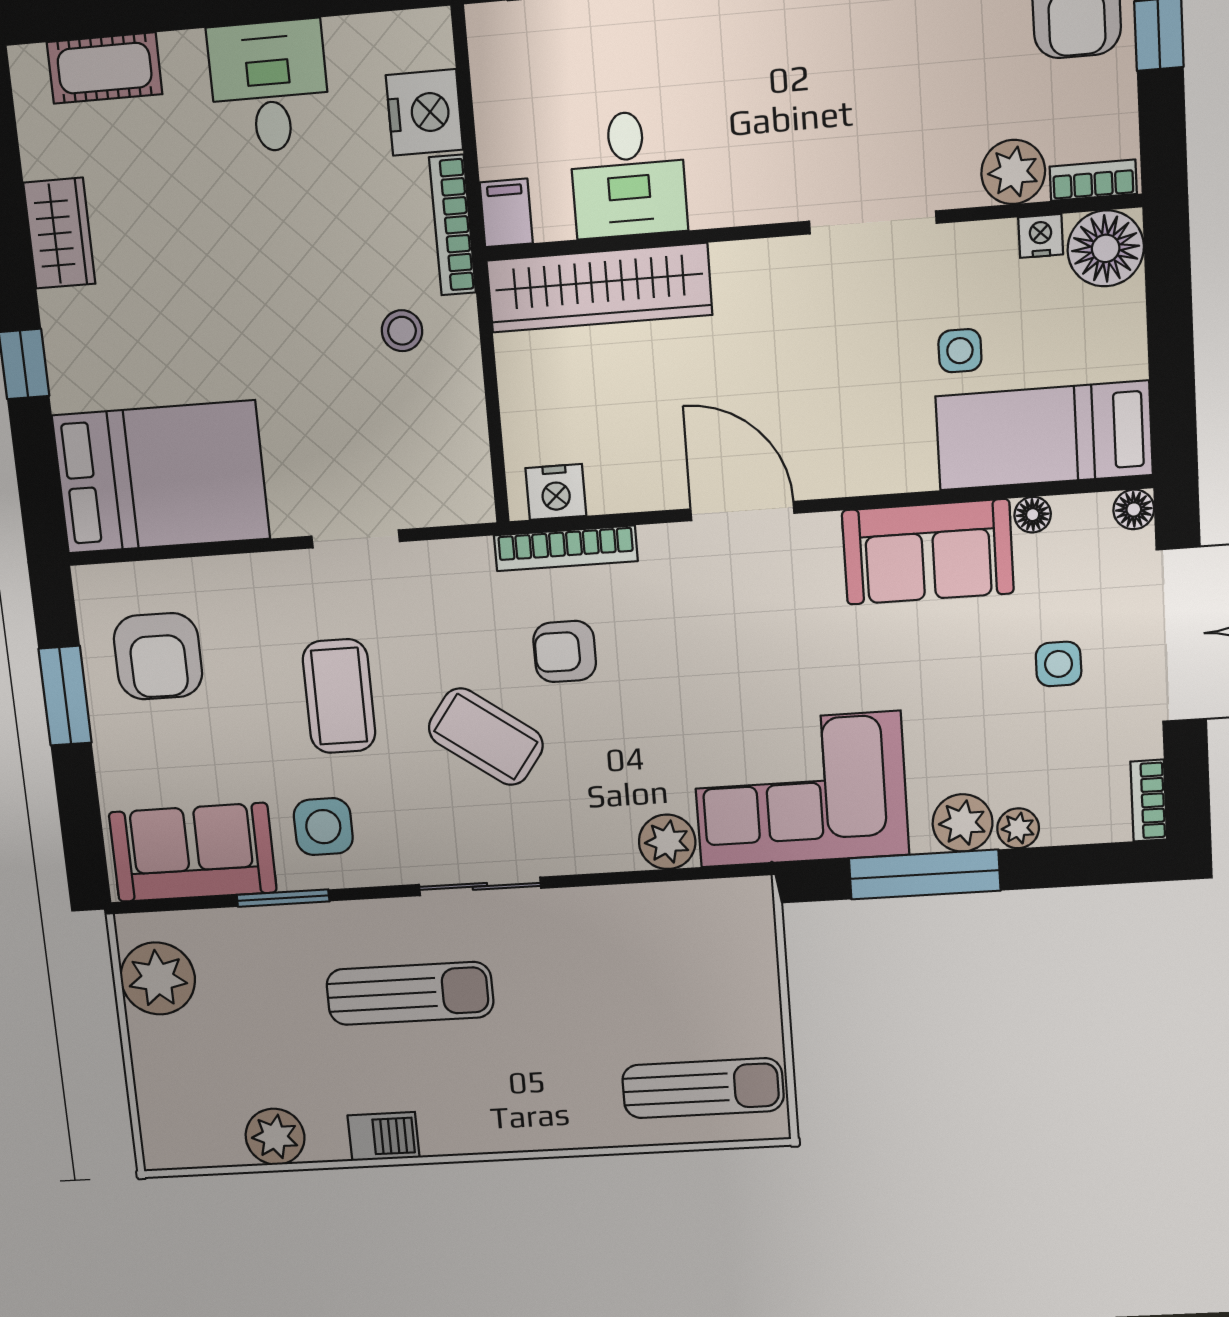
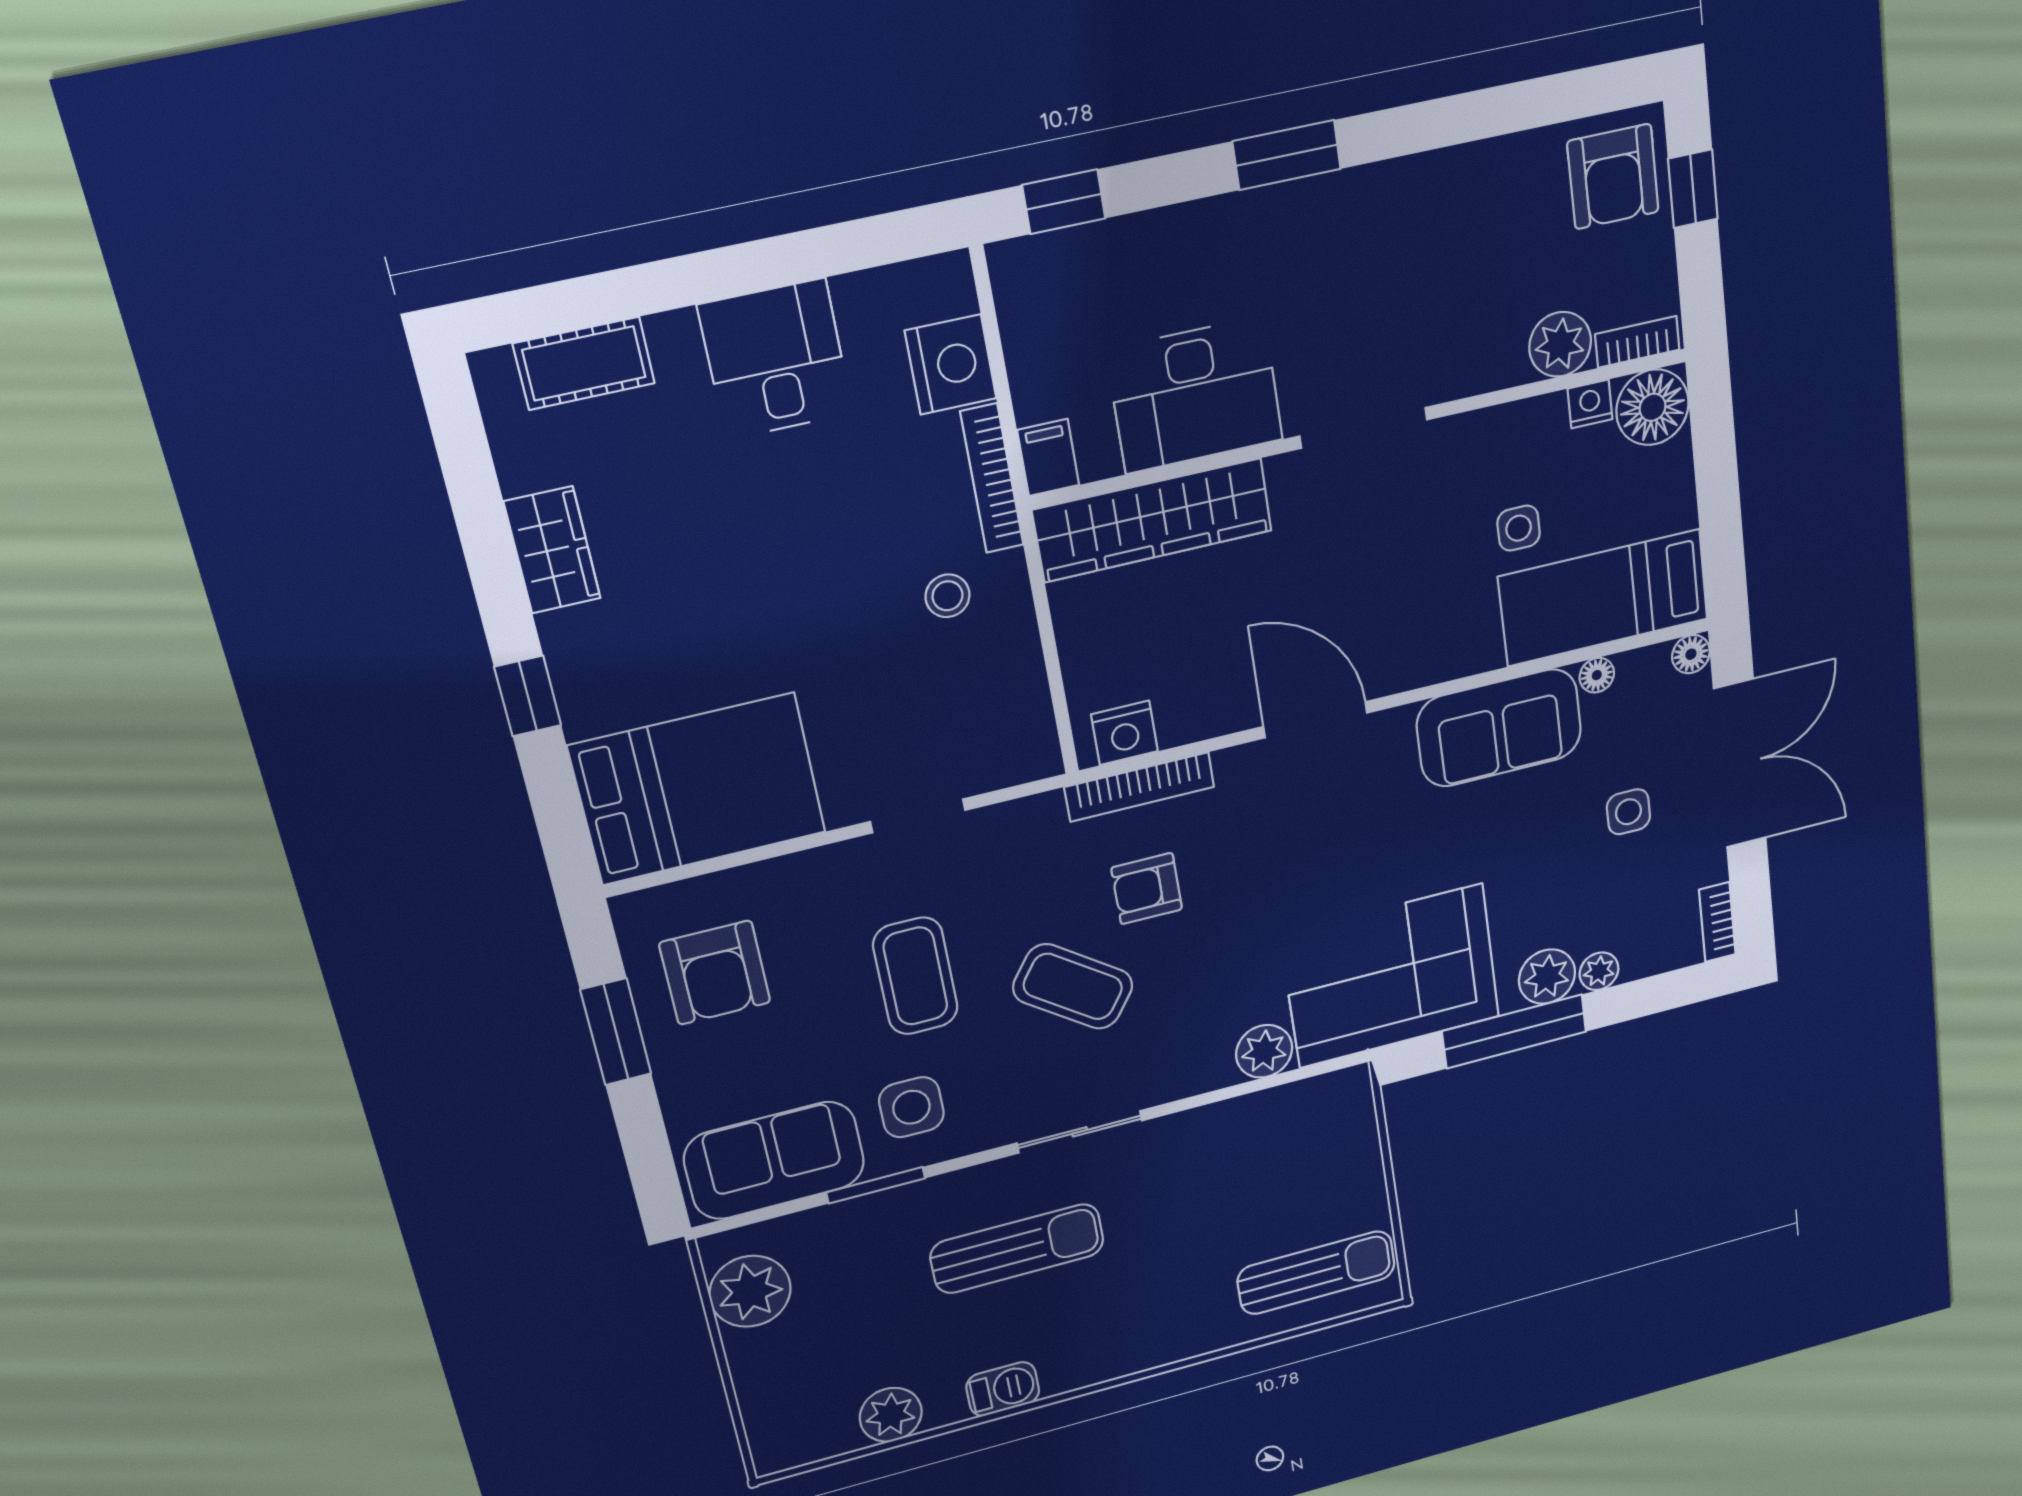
desk: (628, 174) -> (1195, 395), width x1.37
doorway: (873, 222) -> (1363, 428), moved

